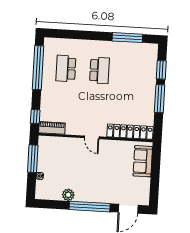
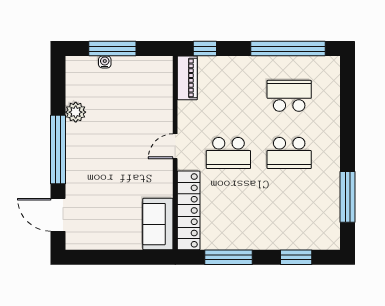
window: (160, 99) -> (228, 257), moved
school desk: (97, 106) -> (228, 153), added
window: (33, 159) -> (112, 49), moved
sofa: (143, 161) -> (158, 224), moved, turned -90

